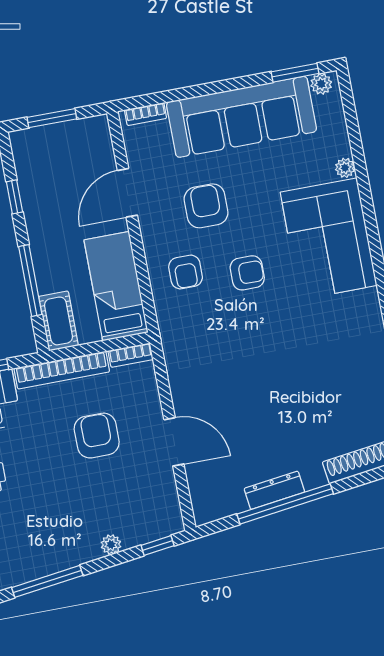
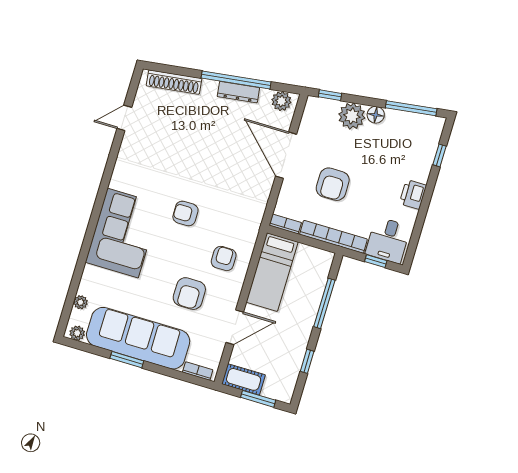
window: (295, 73) -> (127, 360), moved
plant: (345, 168) -> (80, 302), moved
armchair: (247, 273) -> (185, 213), moved
cot: (58, 321) -> (244, 379), moved, turned 90
door: (174, 442) -> (286, 155), width x1.36
plant: (215, 507) -> (281, 101), added
plant: (111, 545) -> (352, 116), width x1.87, depth x1.87
floor lamp: (87, 550) -> (376, 115), added

